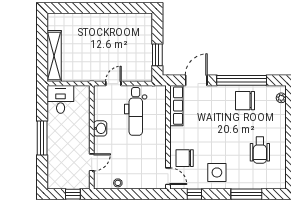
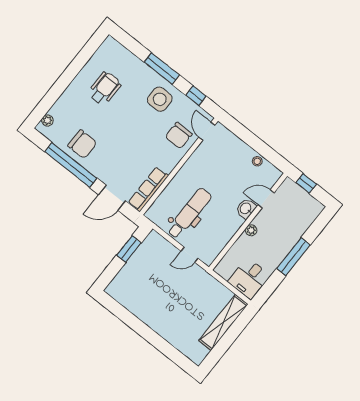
washbasin: (100, 128) -> (246, 209), moved
plant: (85, 133) -> (251, 230), added
chair: (185, 158) -> (179, 135), turned 90
window: (246, 194) -> (162, 69), moved

